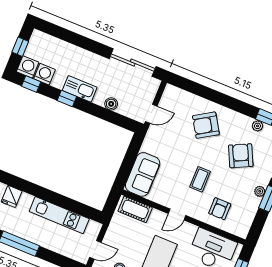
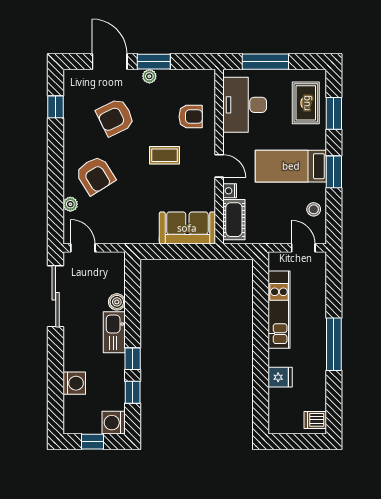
washing machine: (44, 74) -> (74, 383), moved, turned 180
window: (31, 84) -> (133, 392), moved
kitchen sink: (80, 89) -> (114, 332), moved
door: (151, 114) -> (83, 248), moved
plant: (258, 126) -> (70, 204), moved
nightstand: (157, 215) -> (230, 191), added

